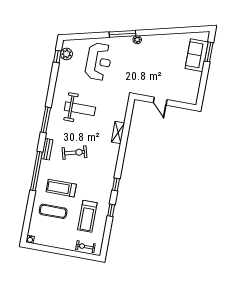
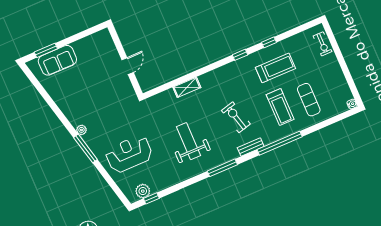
treadmill: (87, 216) -> (276, 68), moved

